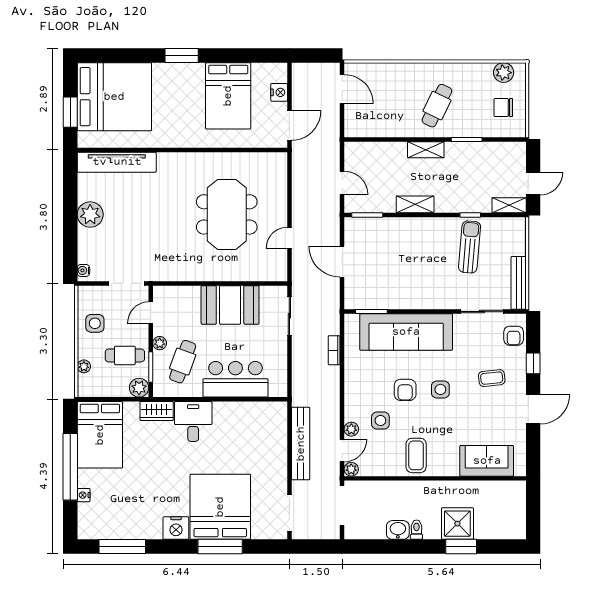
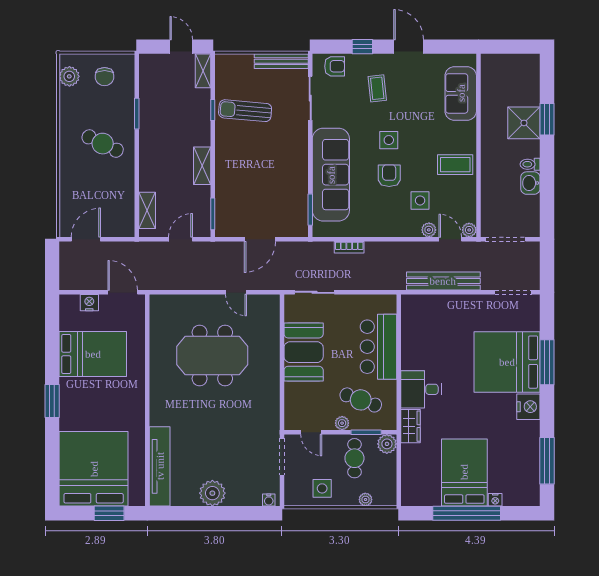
shelving: (426, 150) -> (147, 210), moved
armchair: (405, 390) -> (389, 176), turned -90
bed: (100, 435) -> (464, 472), moved, turned -90

